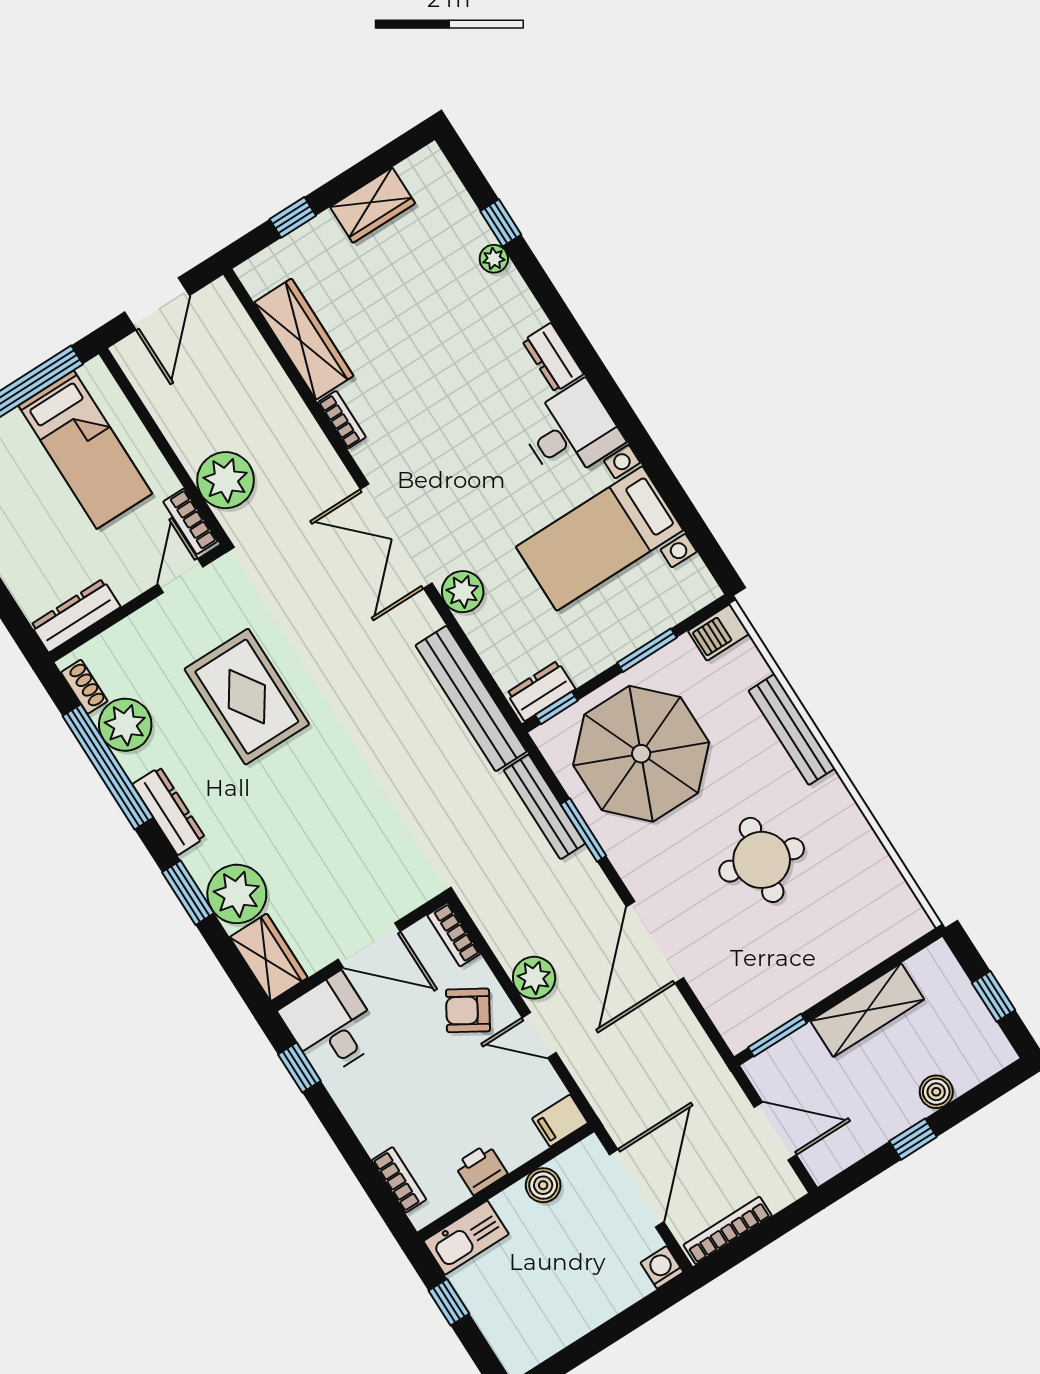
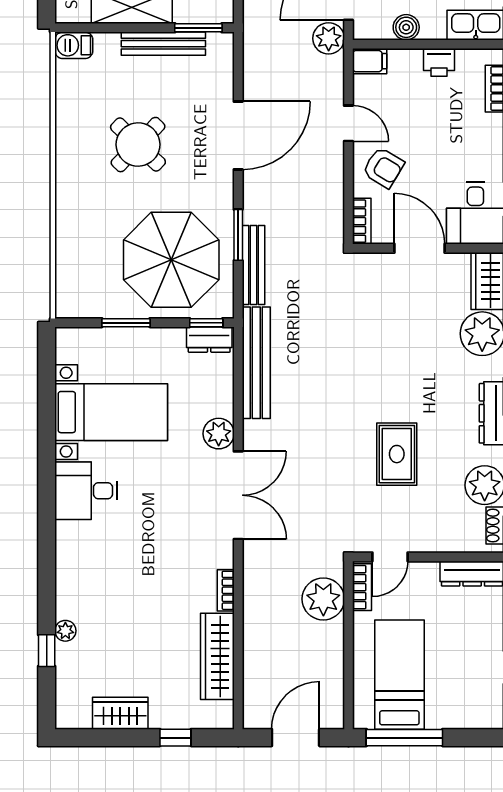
dresser: (553, 358) -> (68, 545), removed
barbecue: (719, 632) -> (74, 45), moved, turned 180
rug: (247, 697) -> (397, 454), width x0.73, depth x0.70
bench: (792, 729) -> (163, 44), moved, turned 90
round table: (762, 860) -> (138, 145), turned 31
plant: (534, 978) -> (329, 38), moved

